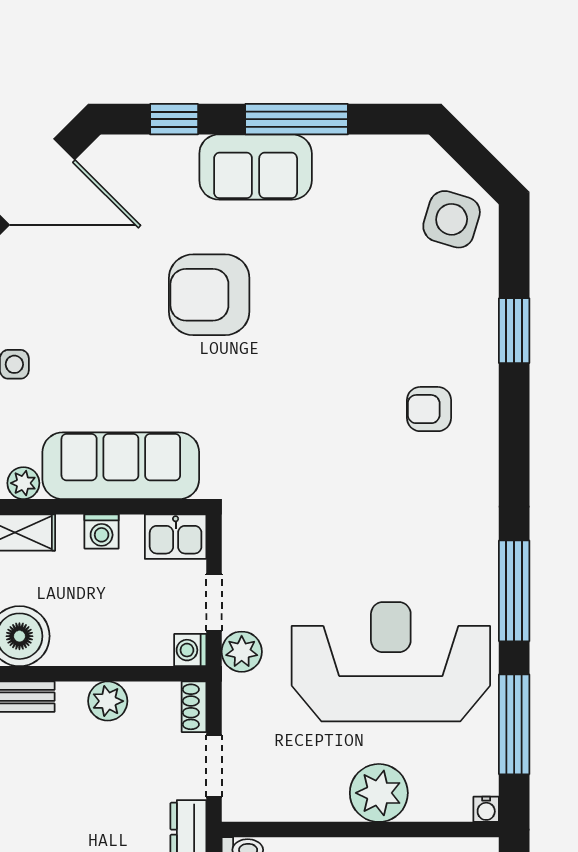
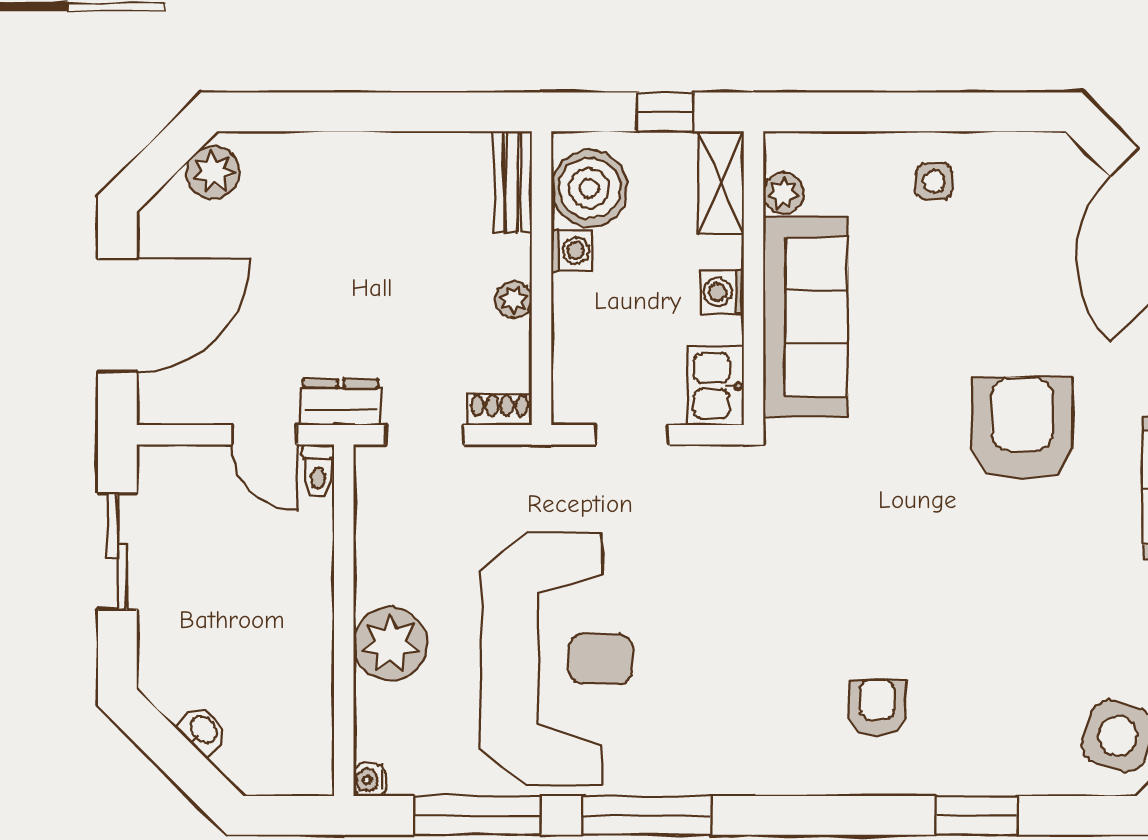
washing machine: (190, 650) -> (572, 251), moved, turned 90
plant: (242, 652) -> (570, 470), removed
plant: (108, 701) -> (514, 300), width x0.73, depth x0.73

